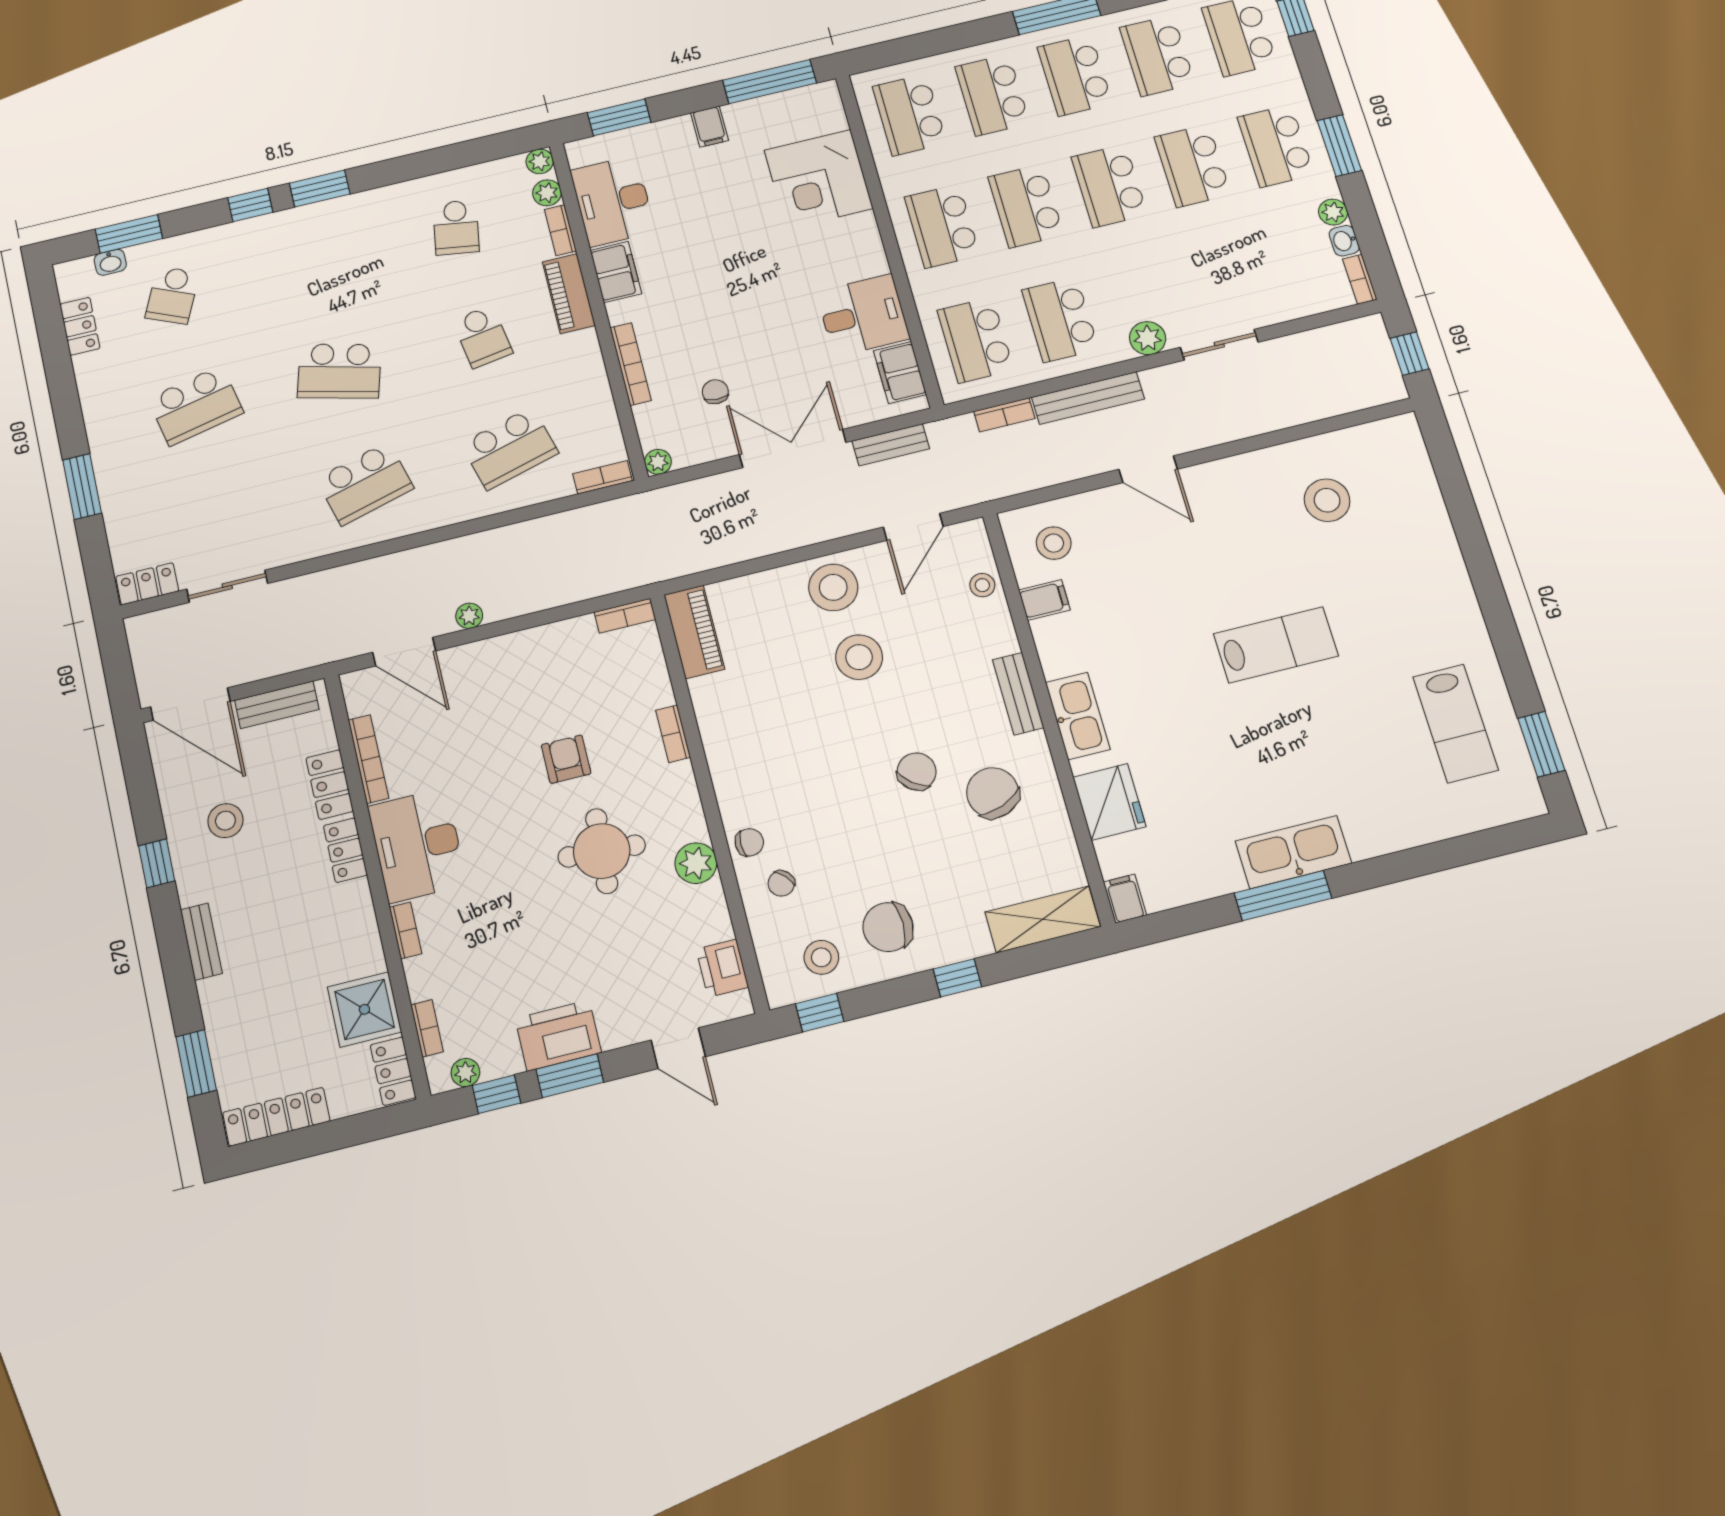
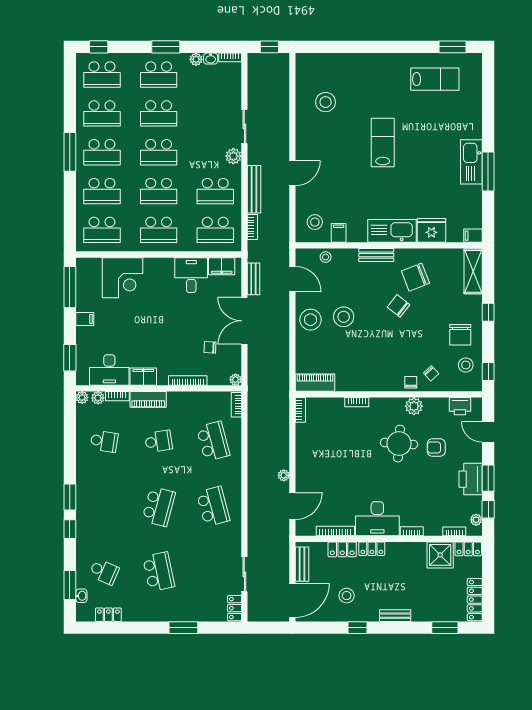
kitchen sink: (1078, 716) -> (392, 231), width x1.36, depth x1.24
armchair: (566, 759) -> (436, 447), moved
door: (678, 1048) -> (488, 432), swing flipped

